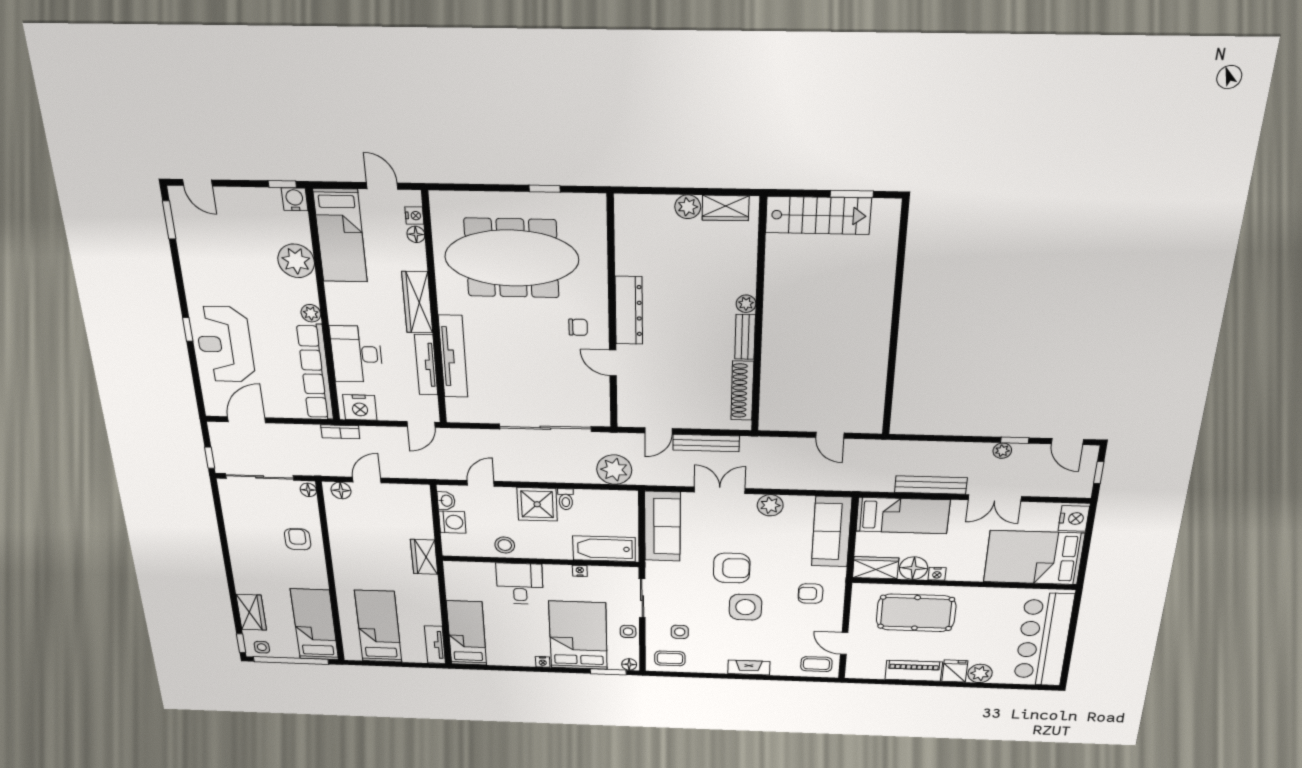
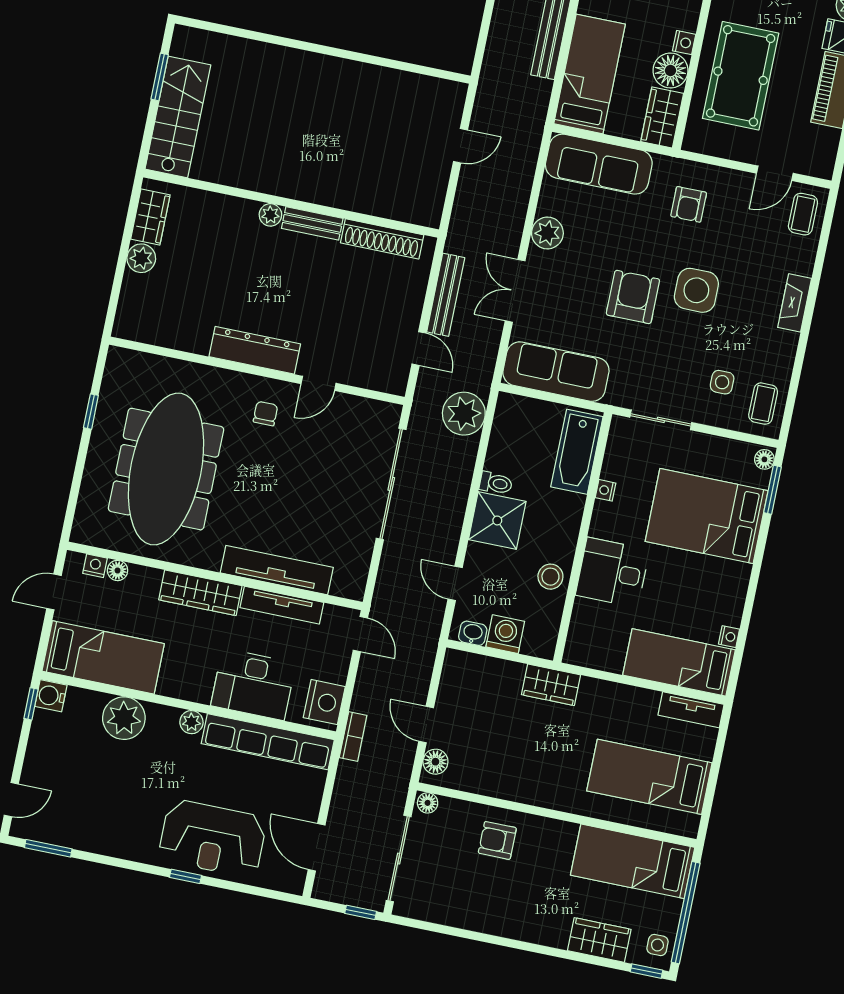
side table: (628, 632) -> (711, 449), removed
nightstand: (543, 662) -> (729, 637), moved

